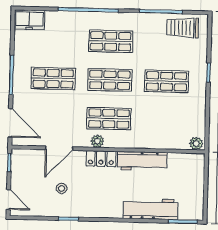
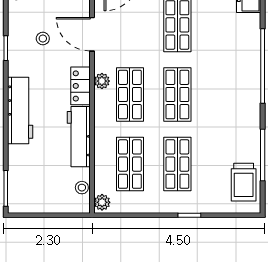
trolley: (183, 28) -> (244, 182), turned 180
shop shelf: (111, 41) -> (130, 164), moved
stool: (184, 160) -> (82, 188), added
workbench: (150, 209) -> (20, 111), moved

